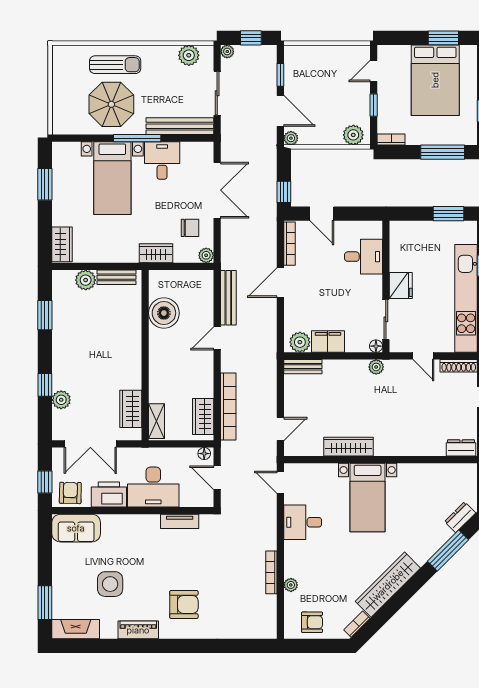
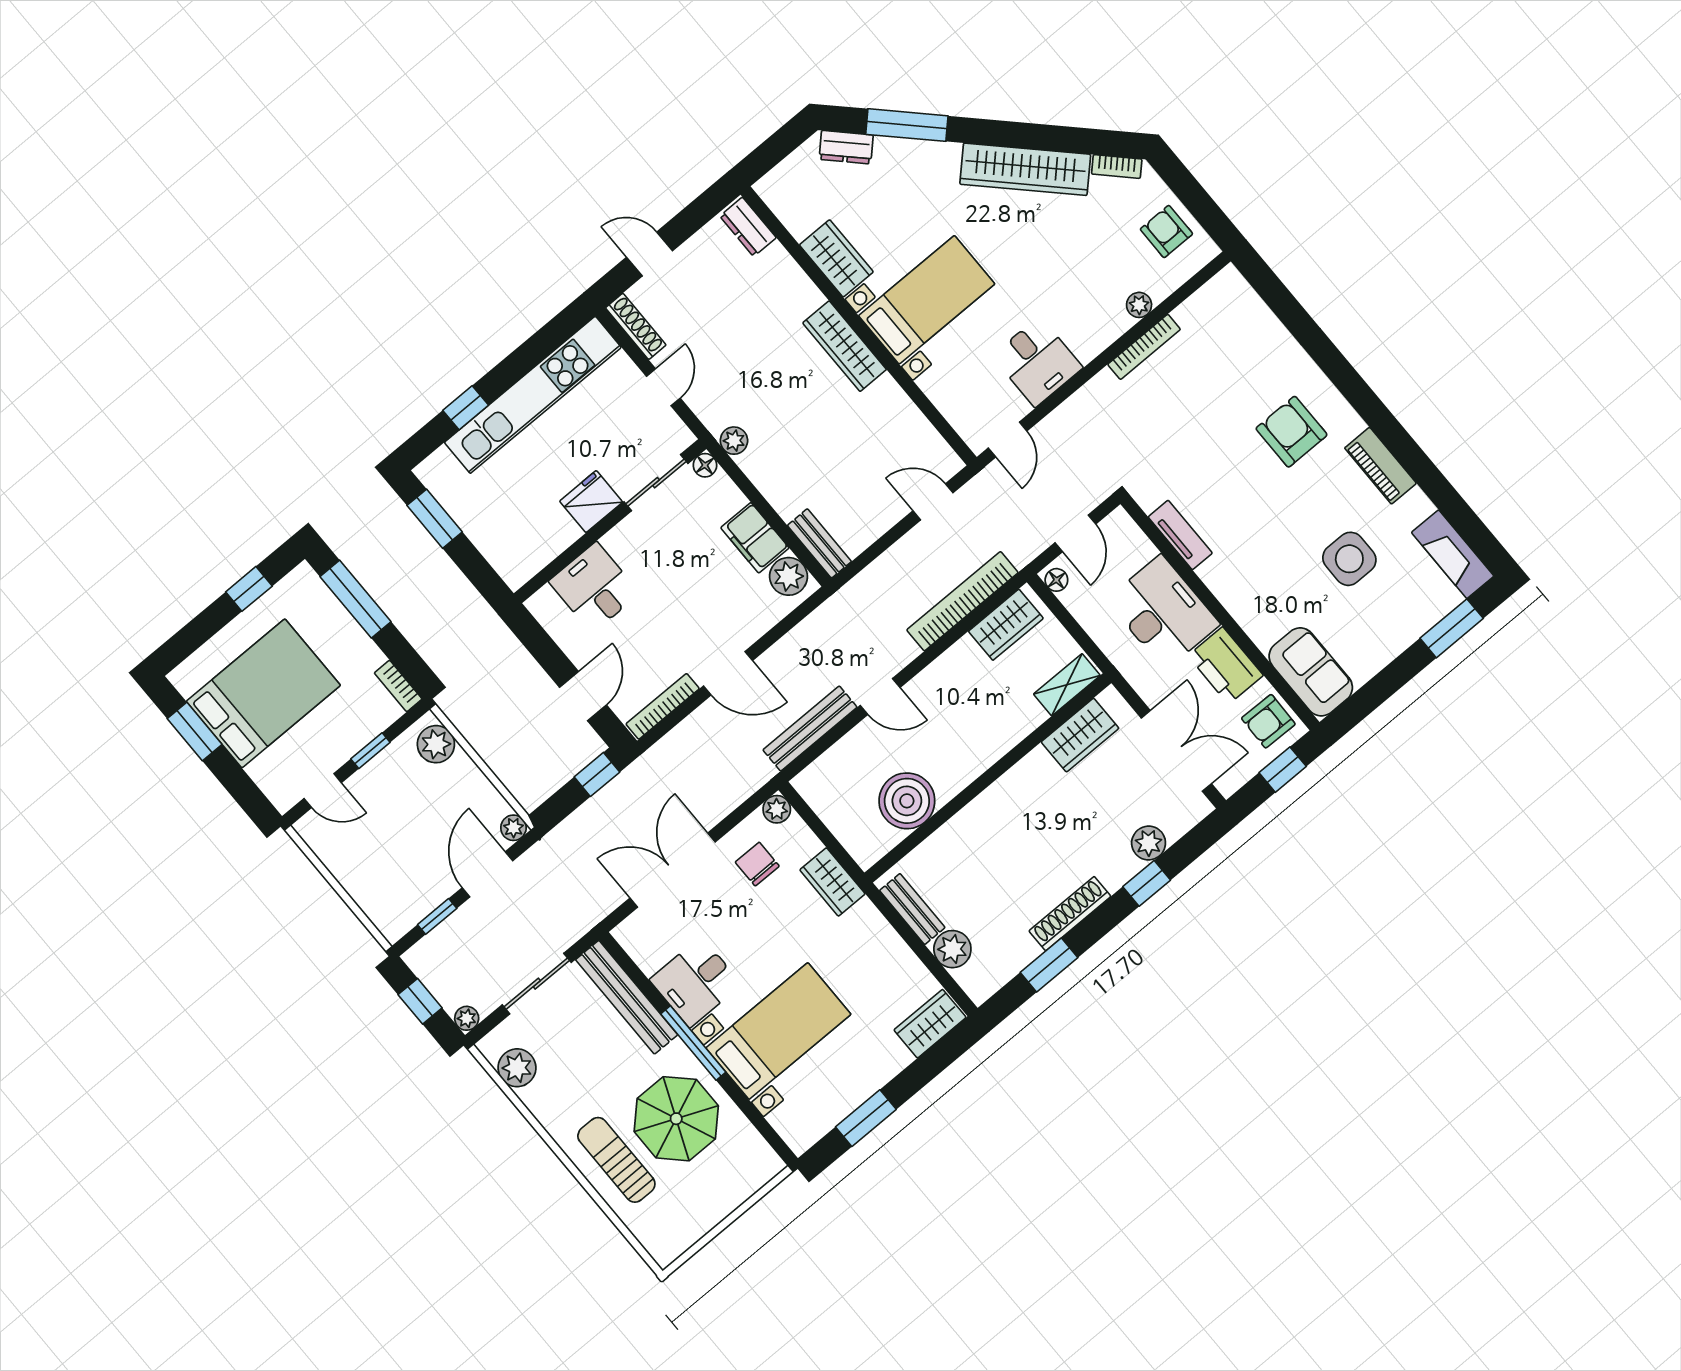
shoe rack: (59, 342) -> (1070, 914), added
wardrobe: (348, 447) -> (845, 346), moved
wardrobe: (417, 474) -> (836, 258), added

